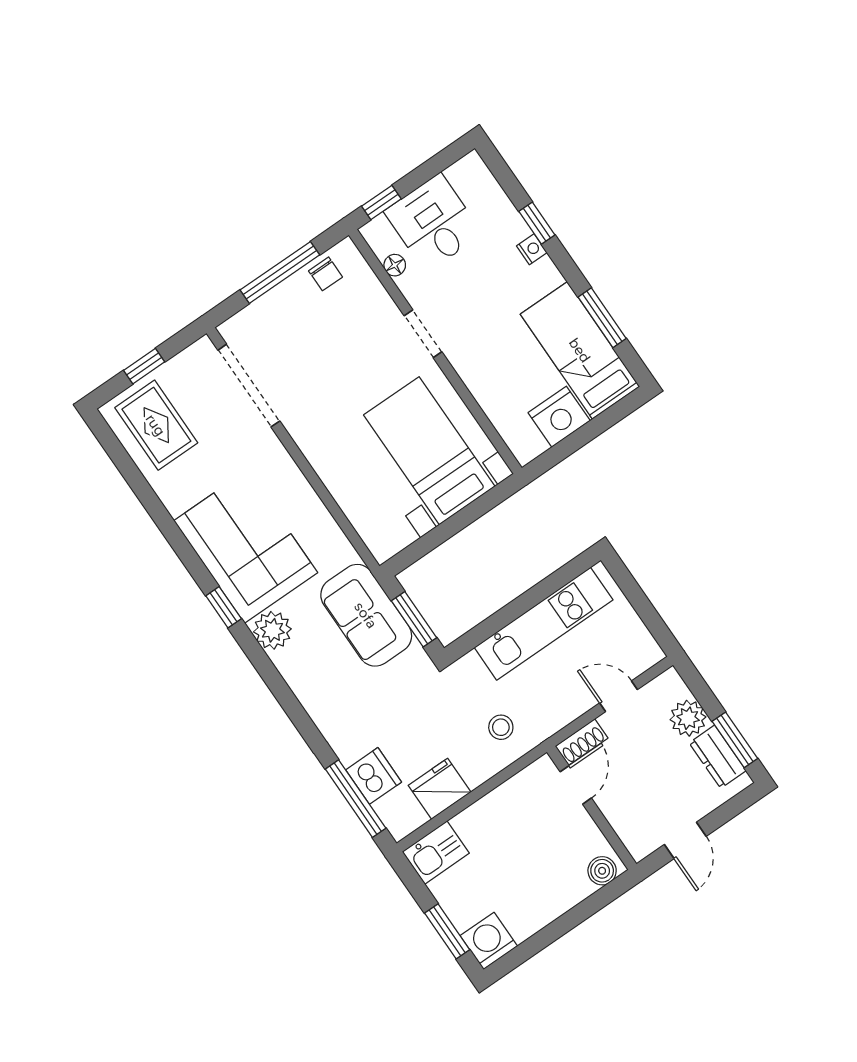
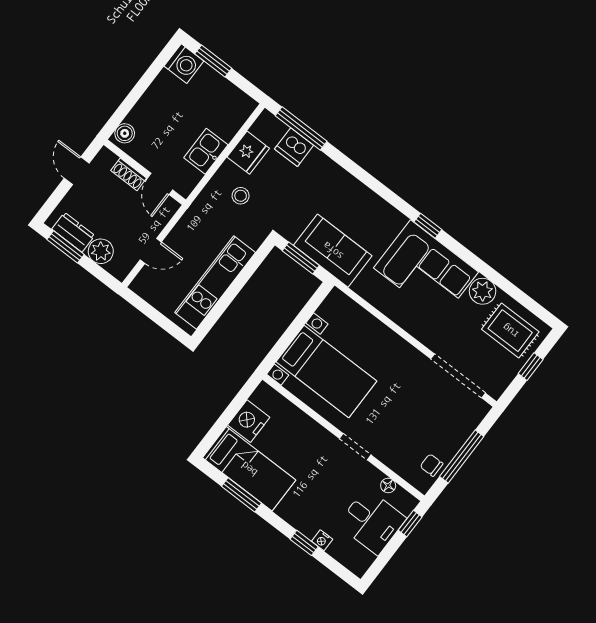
nightstand: (532, 249) -> (322, 540), moved
plant: (272, 630) -> (483, 291), moved
stool: (501, 727) -> (241, 196), moved
shoe rack: (582, 742) -> (129, 174), moved, turned -90
kitchen sink: (436, 852) -> (206, 151), moved

